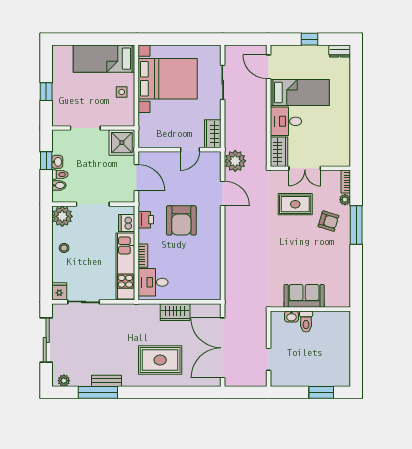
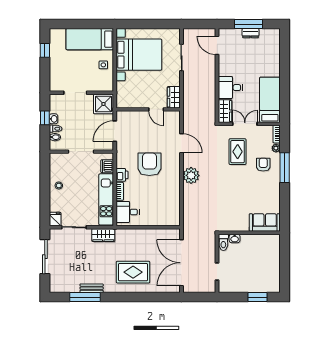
window: (309, 39) -> (249, 24), width x2.17
dresser: (340, 51) -> (250, 33), moved
window: (46, 92) -> (45, 50), moved
bed: (300, 93) -> (270, 100), moved, turned -90
door: (190, 150) -> (156, 109), hinge flipped
plant: (235, 161) -> (191, 175), moved
double door: (305, 168) -> (245, 124), swing flipped
door: (136, 178) -> (115, 131), swing flipped
rug: (295, 204) -> (238, 152), turned 90
plant: (62, 216) -> (57, 161), removed
printer: (146, 220) -> (122, 175), moved
armchair: (181, 220) -> (149, 164), turned 180
armchair: (328, 221) -> (263, 165), turned -107
sofa: (304, 296) -> (265, 223), moved
wardrobe: (175, 312) -> (103, 235), moved
toilet: (306, 322) -> (223, 242), moved
plant: (64, 381) -> (59, 288), removed

